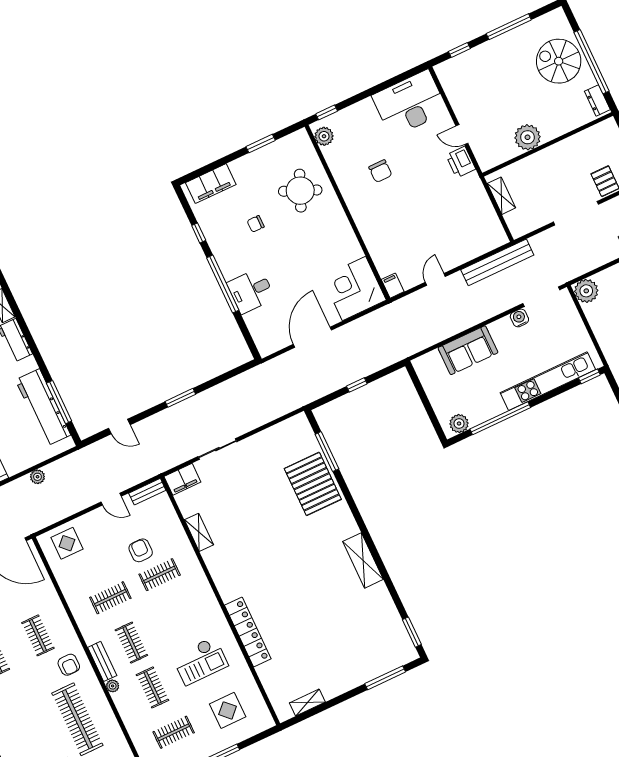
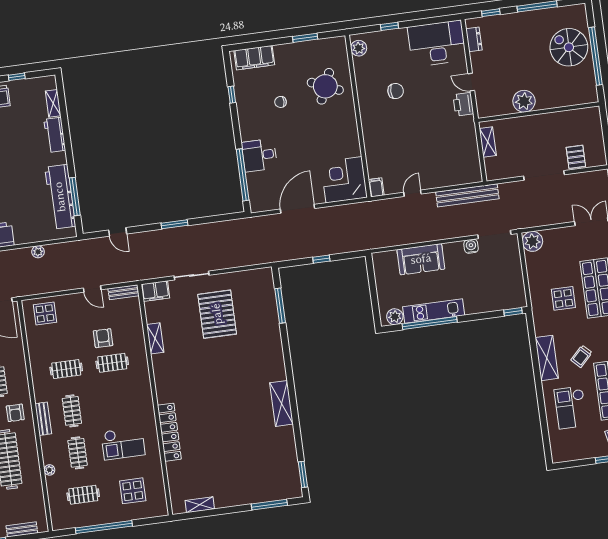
dresser: (597, 100) -> (474, 39), moved, turned 180
window: (327, 112) -> (389, 26), moved
chair: (380, 171) -> (396, 91), turned -90
window: (223, 284) -> (243, 175), moved
kitchen unit: (548, 381) -> (434, 311), moved, width x0.73
pallet: (313, 484) -> (217, 314), moved
plant: (113, 686) -> (49, 470), moved

